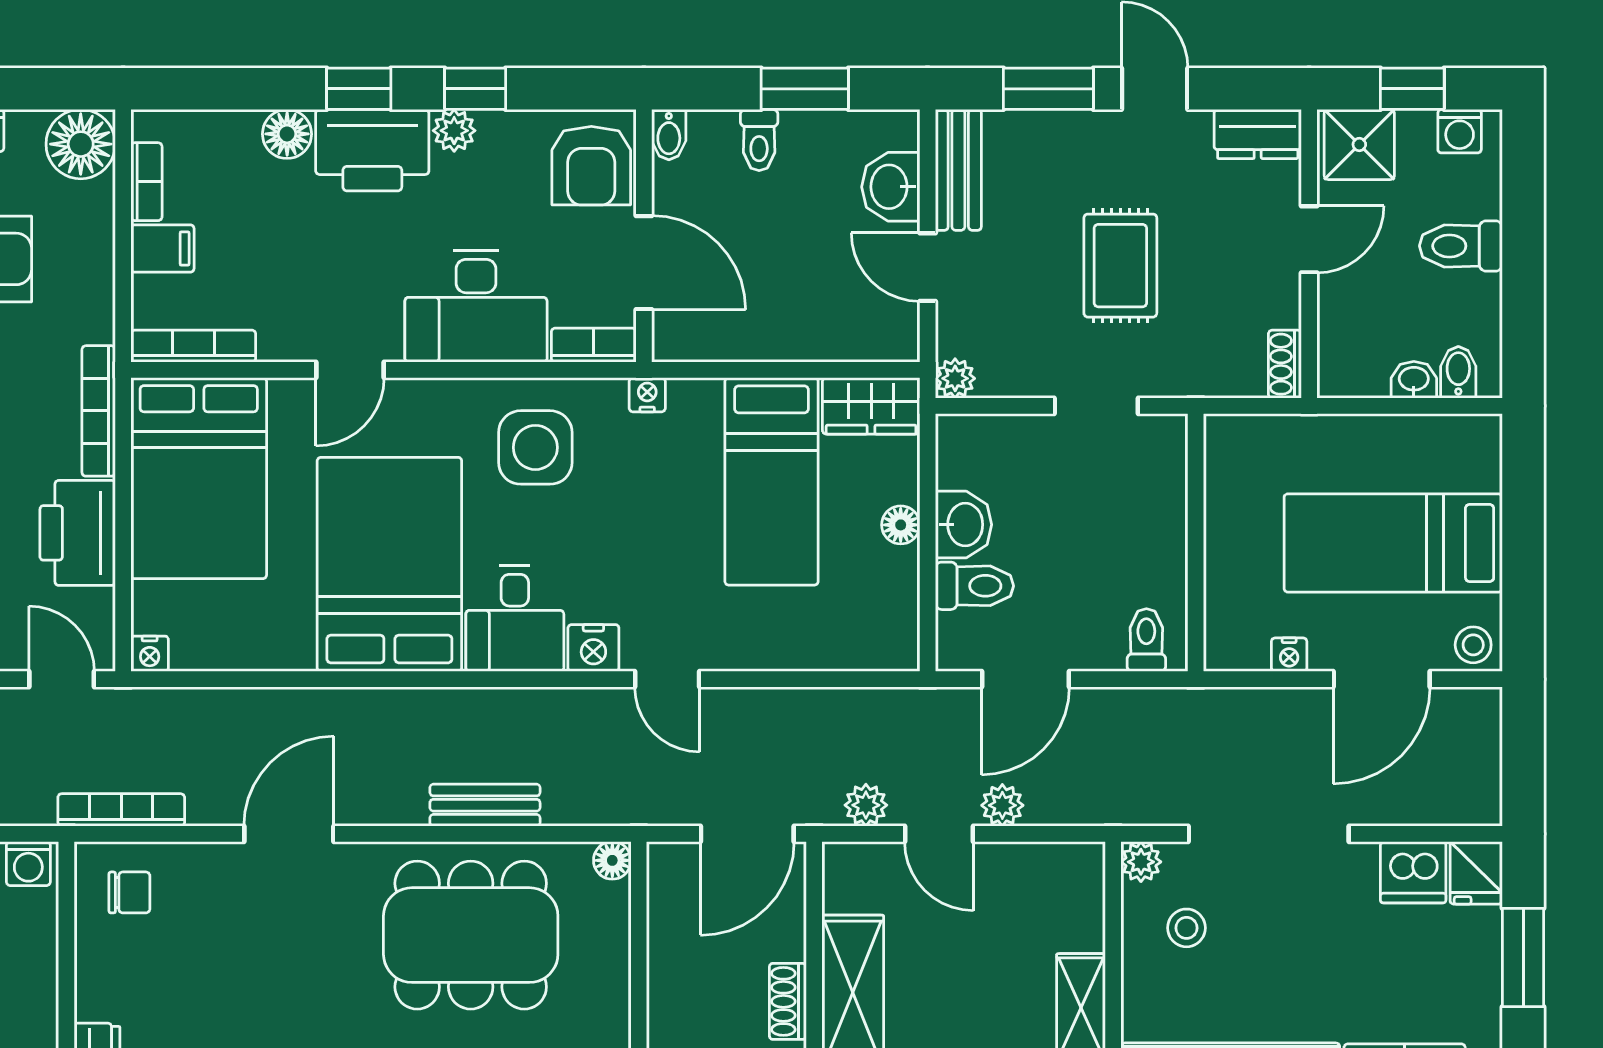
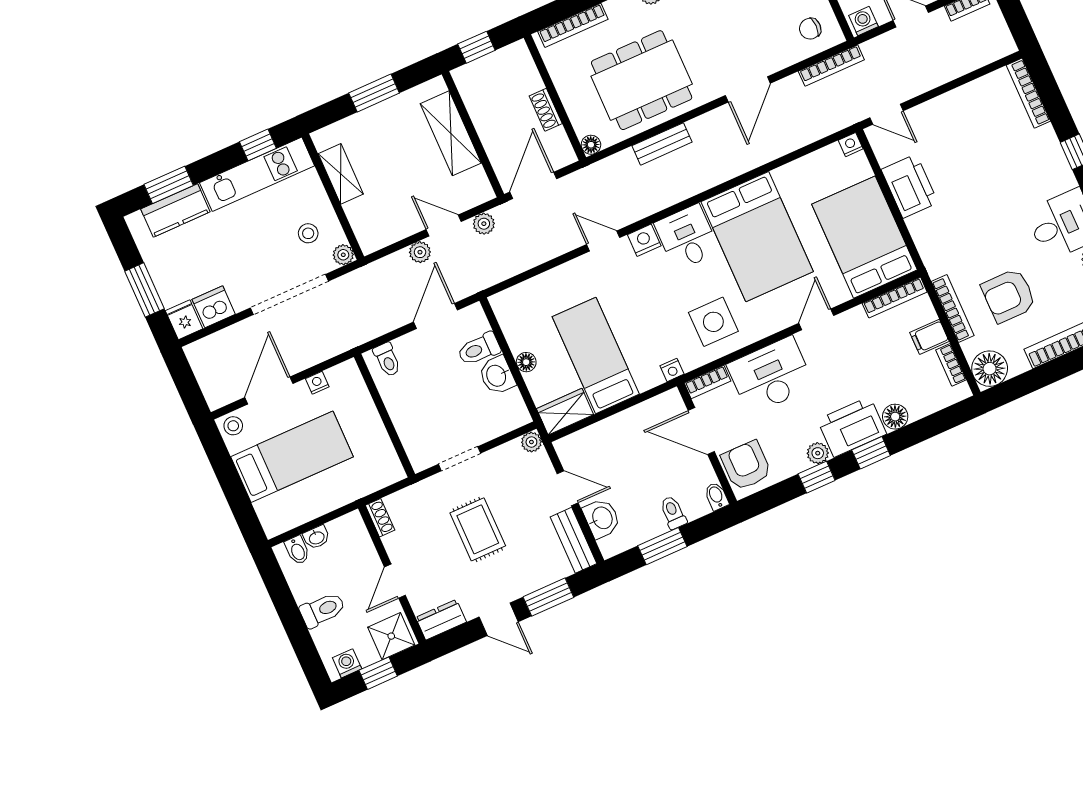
bookcase: (99, 411) -> (953, 309), moved
shoe rack: (788, 1001) -> (546, 110), moved, turned 180

